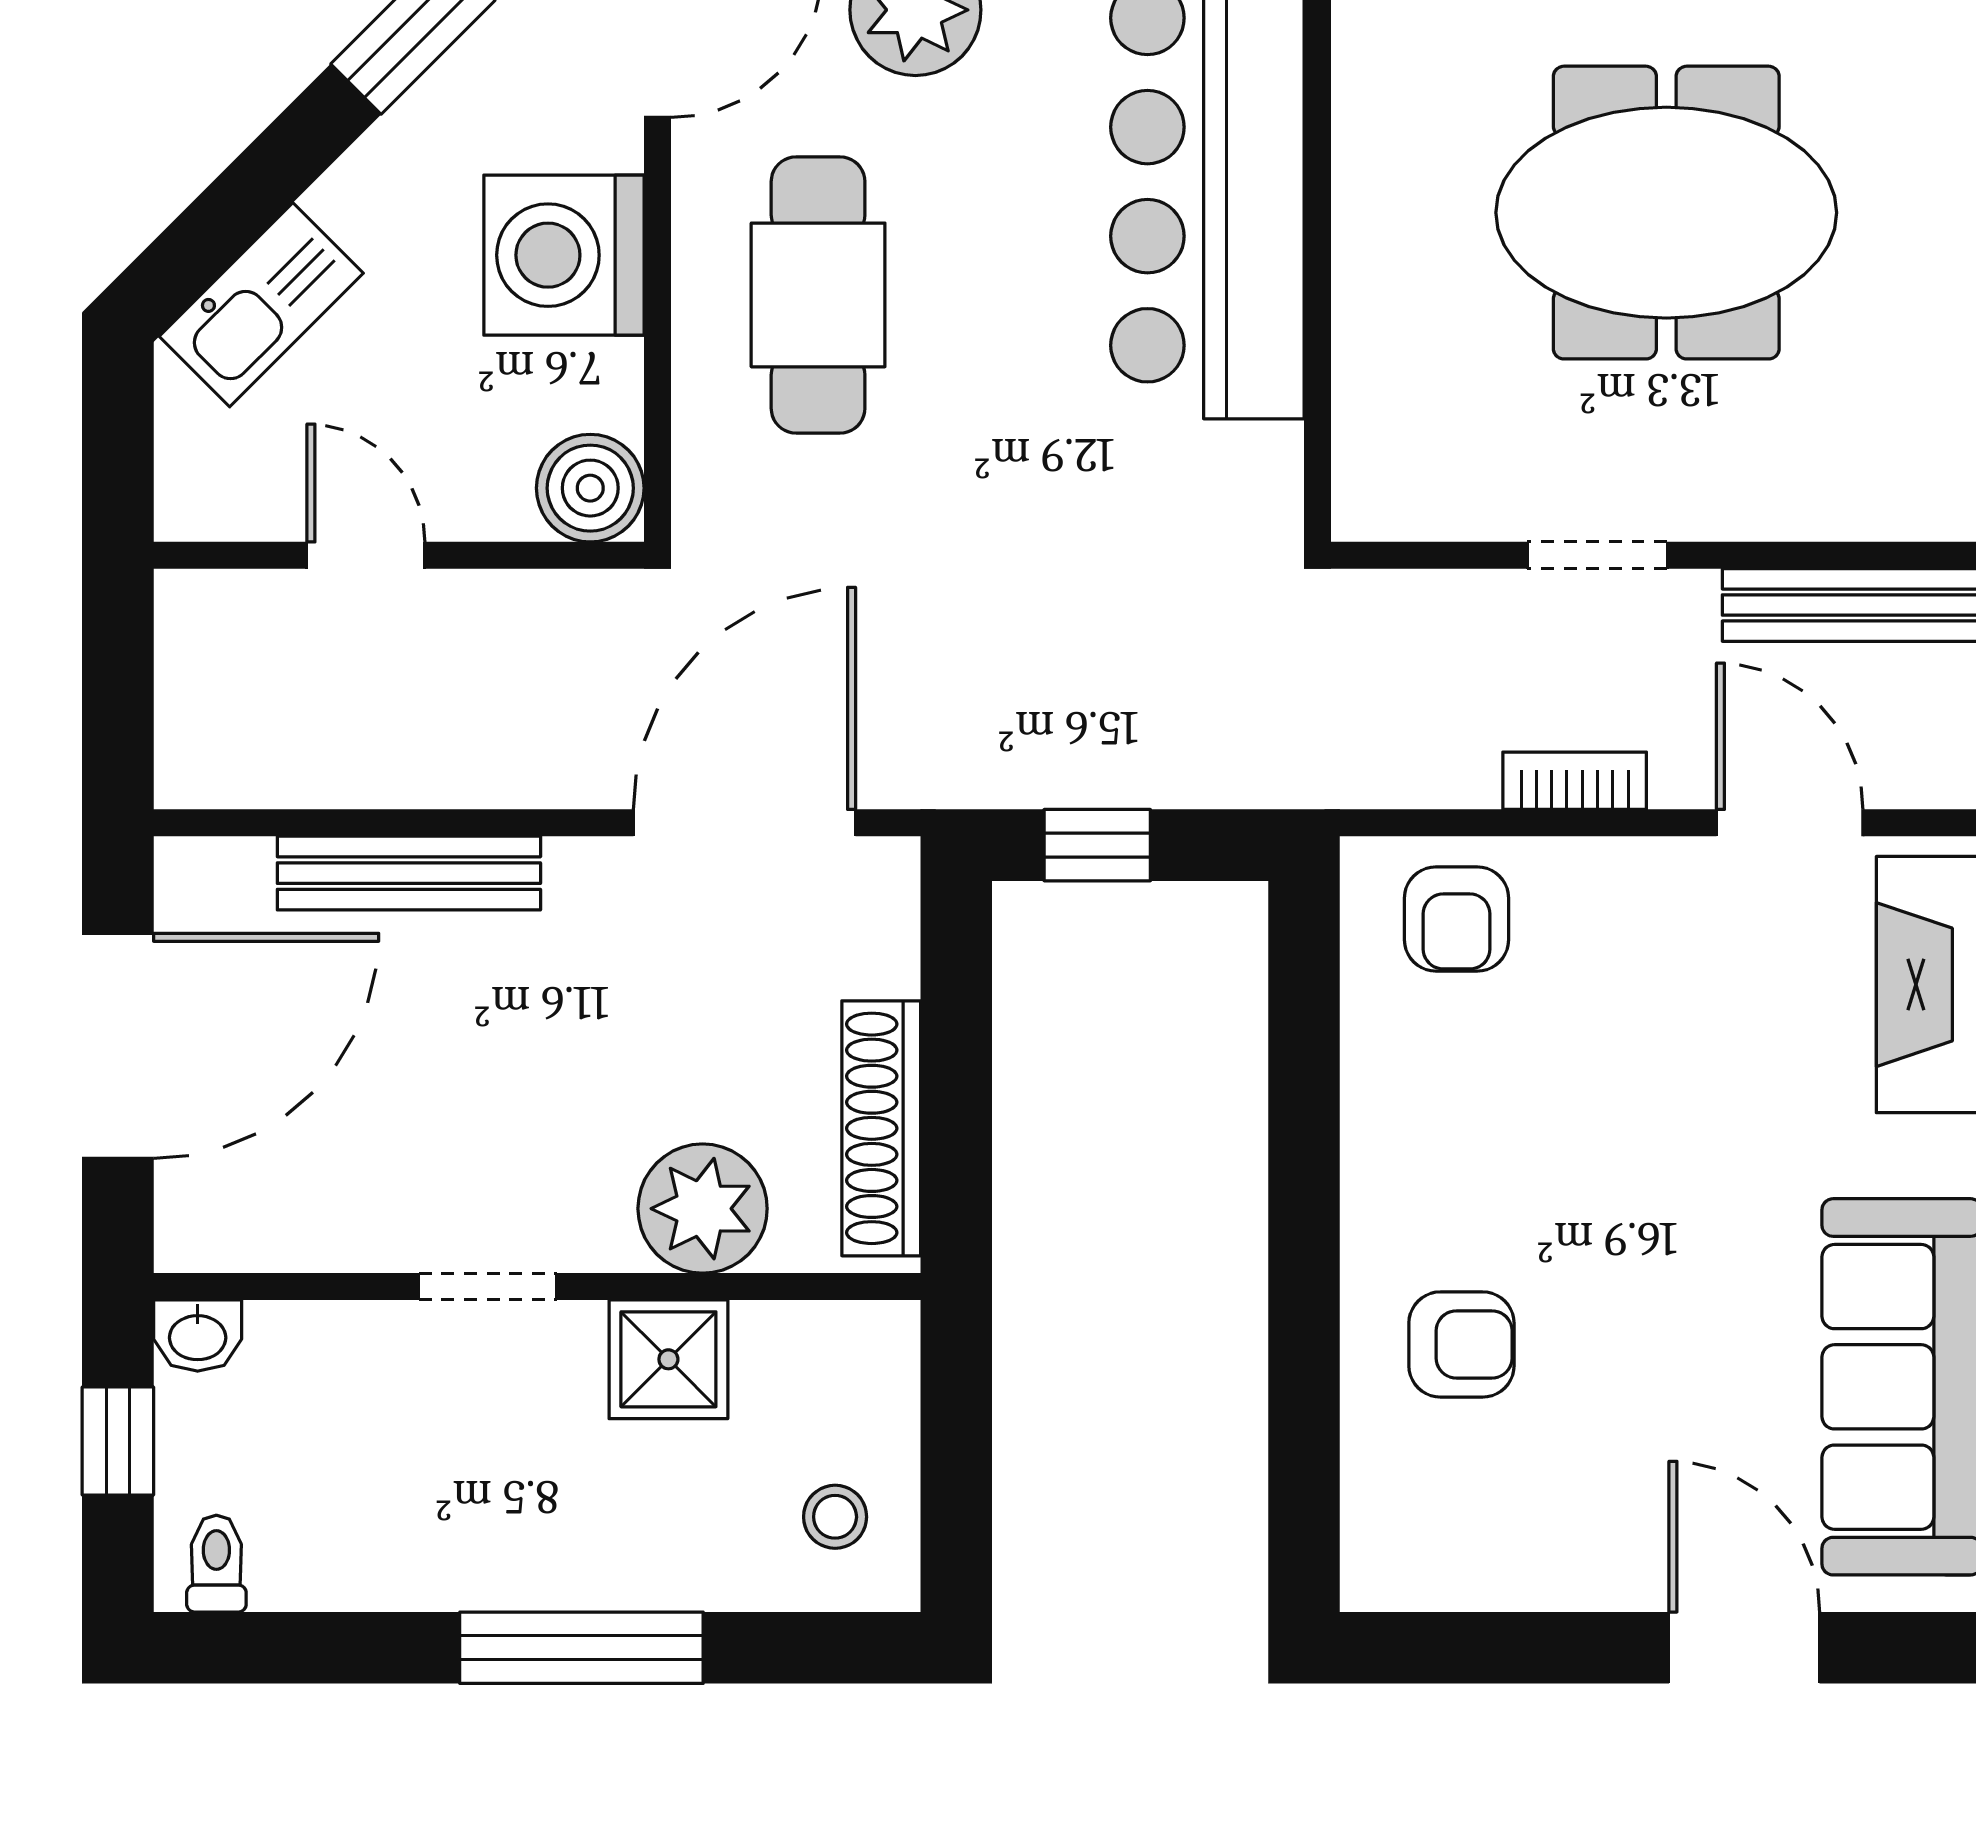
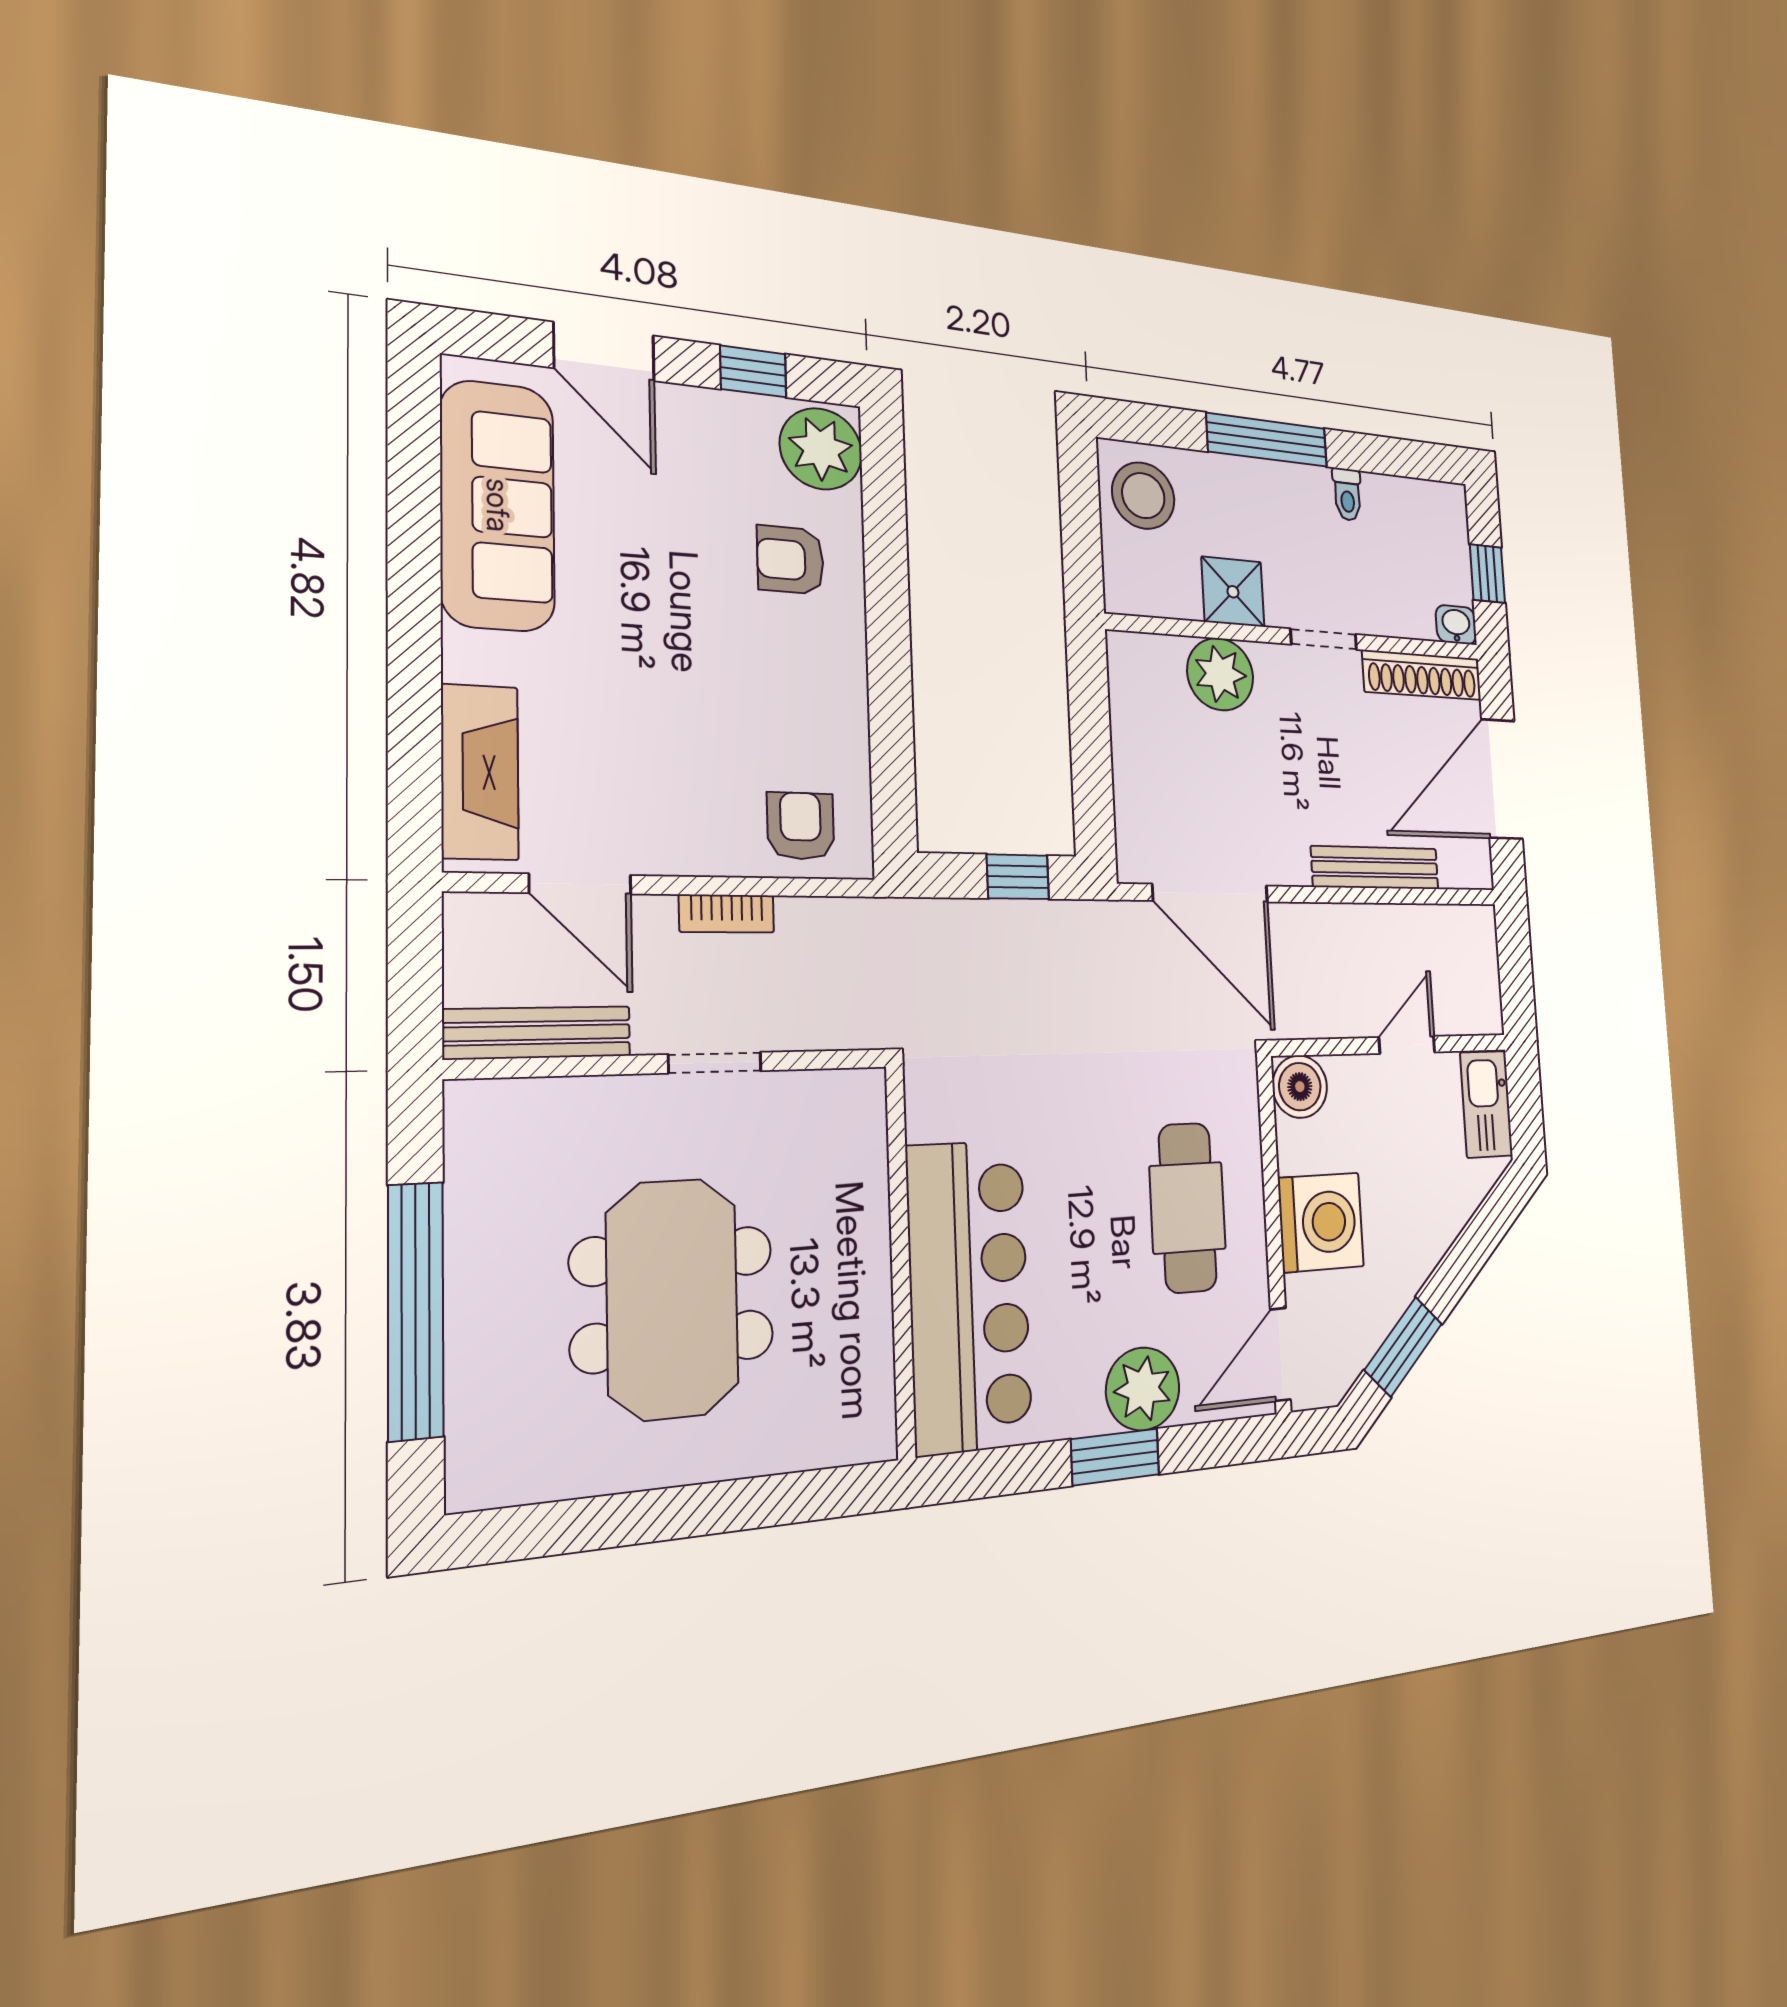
meeting table: (1666, 213) -> (672, 1299), turned 90
kitchen sink: (261, 305) -> (1486, 1104), moved, turned -45
door: (366, 555) -> (1407, 1045), swing flipped
door: (745, 823) -> (1210, 893), hinge flipped
shoe rack: (881, 1128) -> (1422, 675), moved, turned 90
stool: (835, 1517) -> (1143, 496), width x1.89, depth x1.89
plant: (1407, 1533) -> (821, 449), added
toilet: (216, 1564) -> (1347, 494), moved
window: (1514, 1648) -> (753, 372), added

